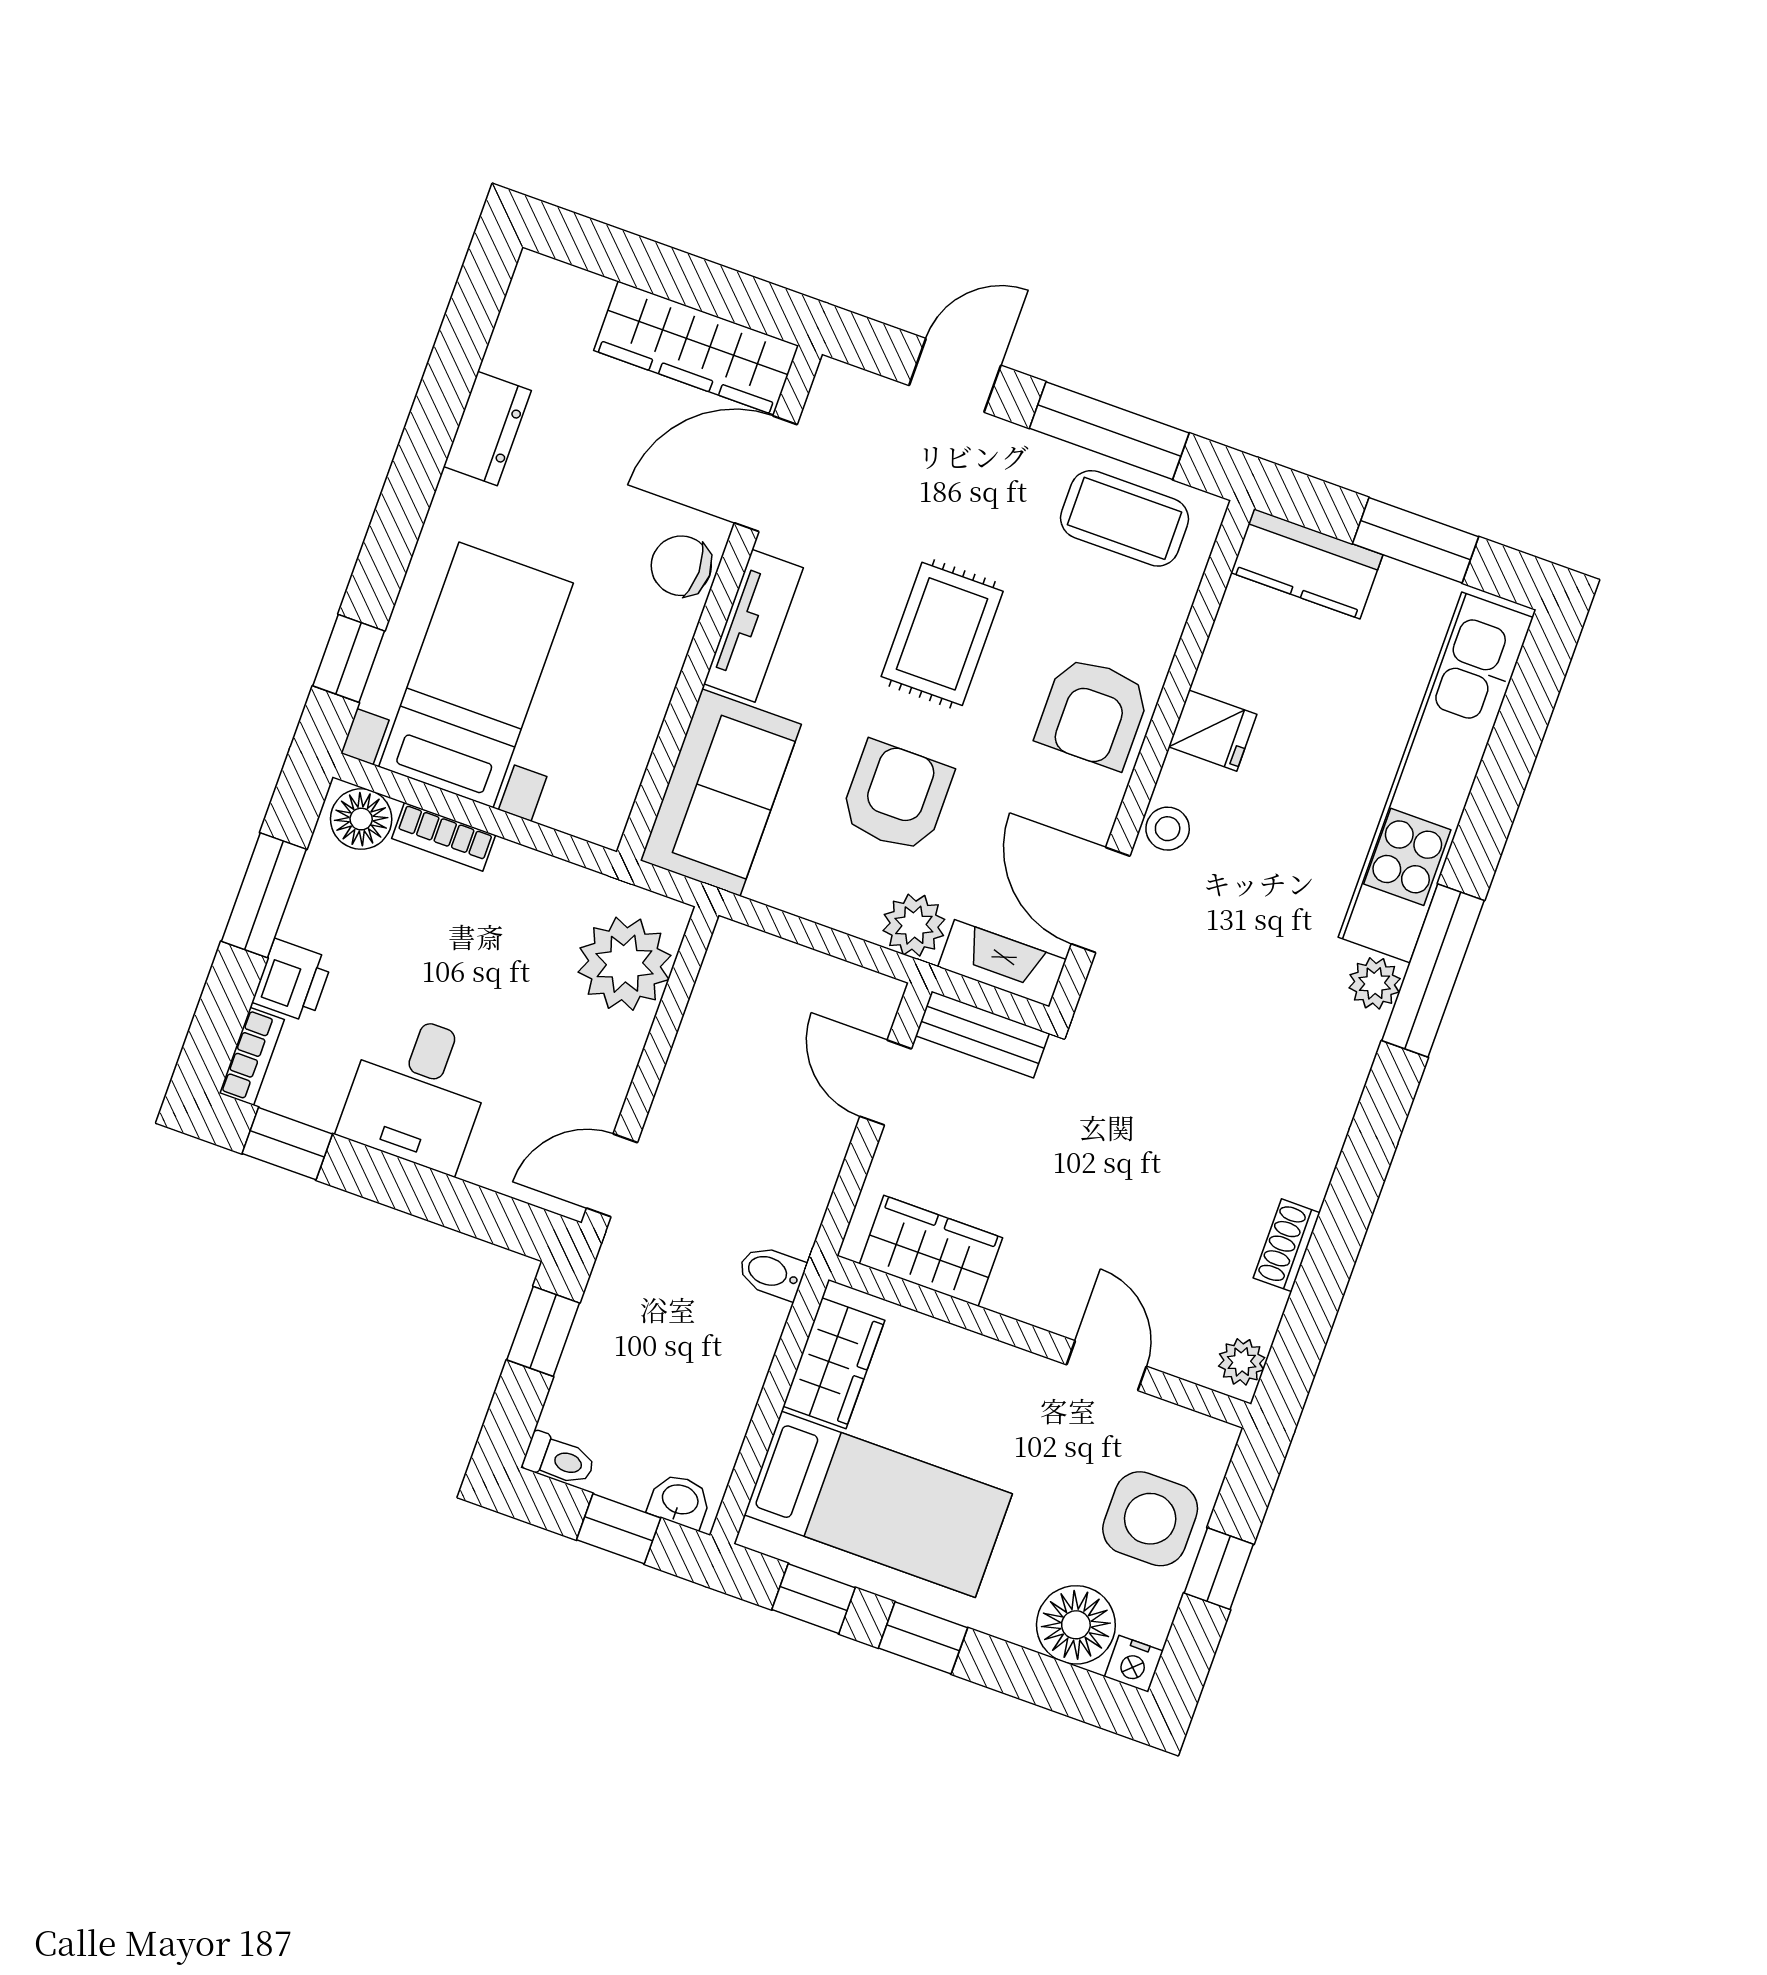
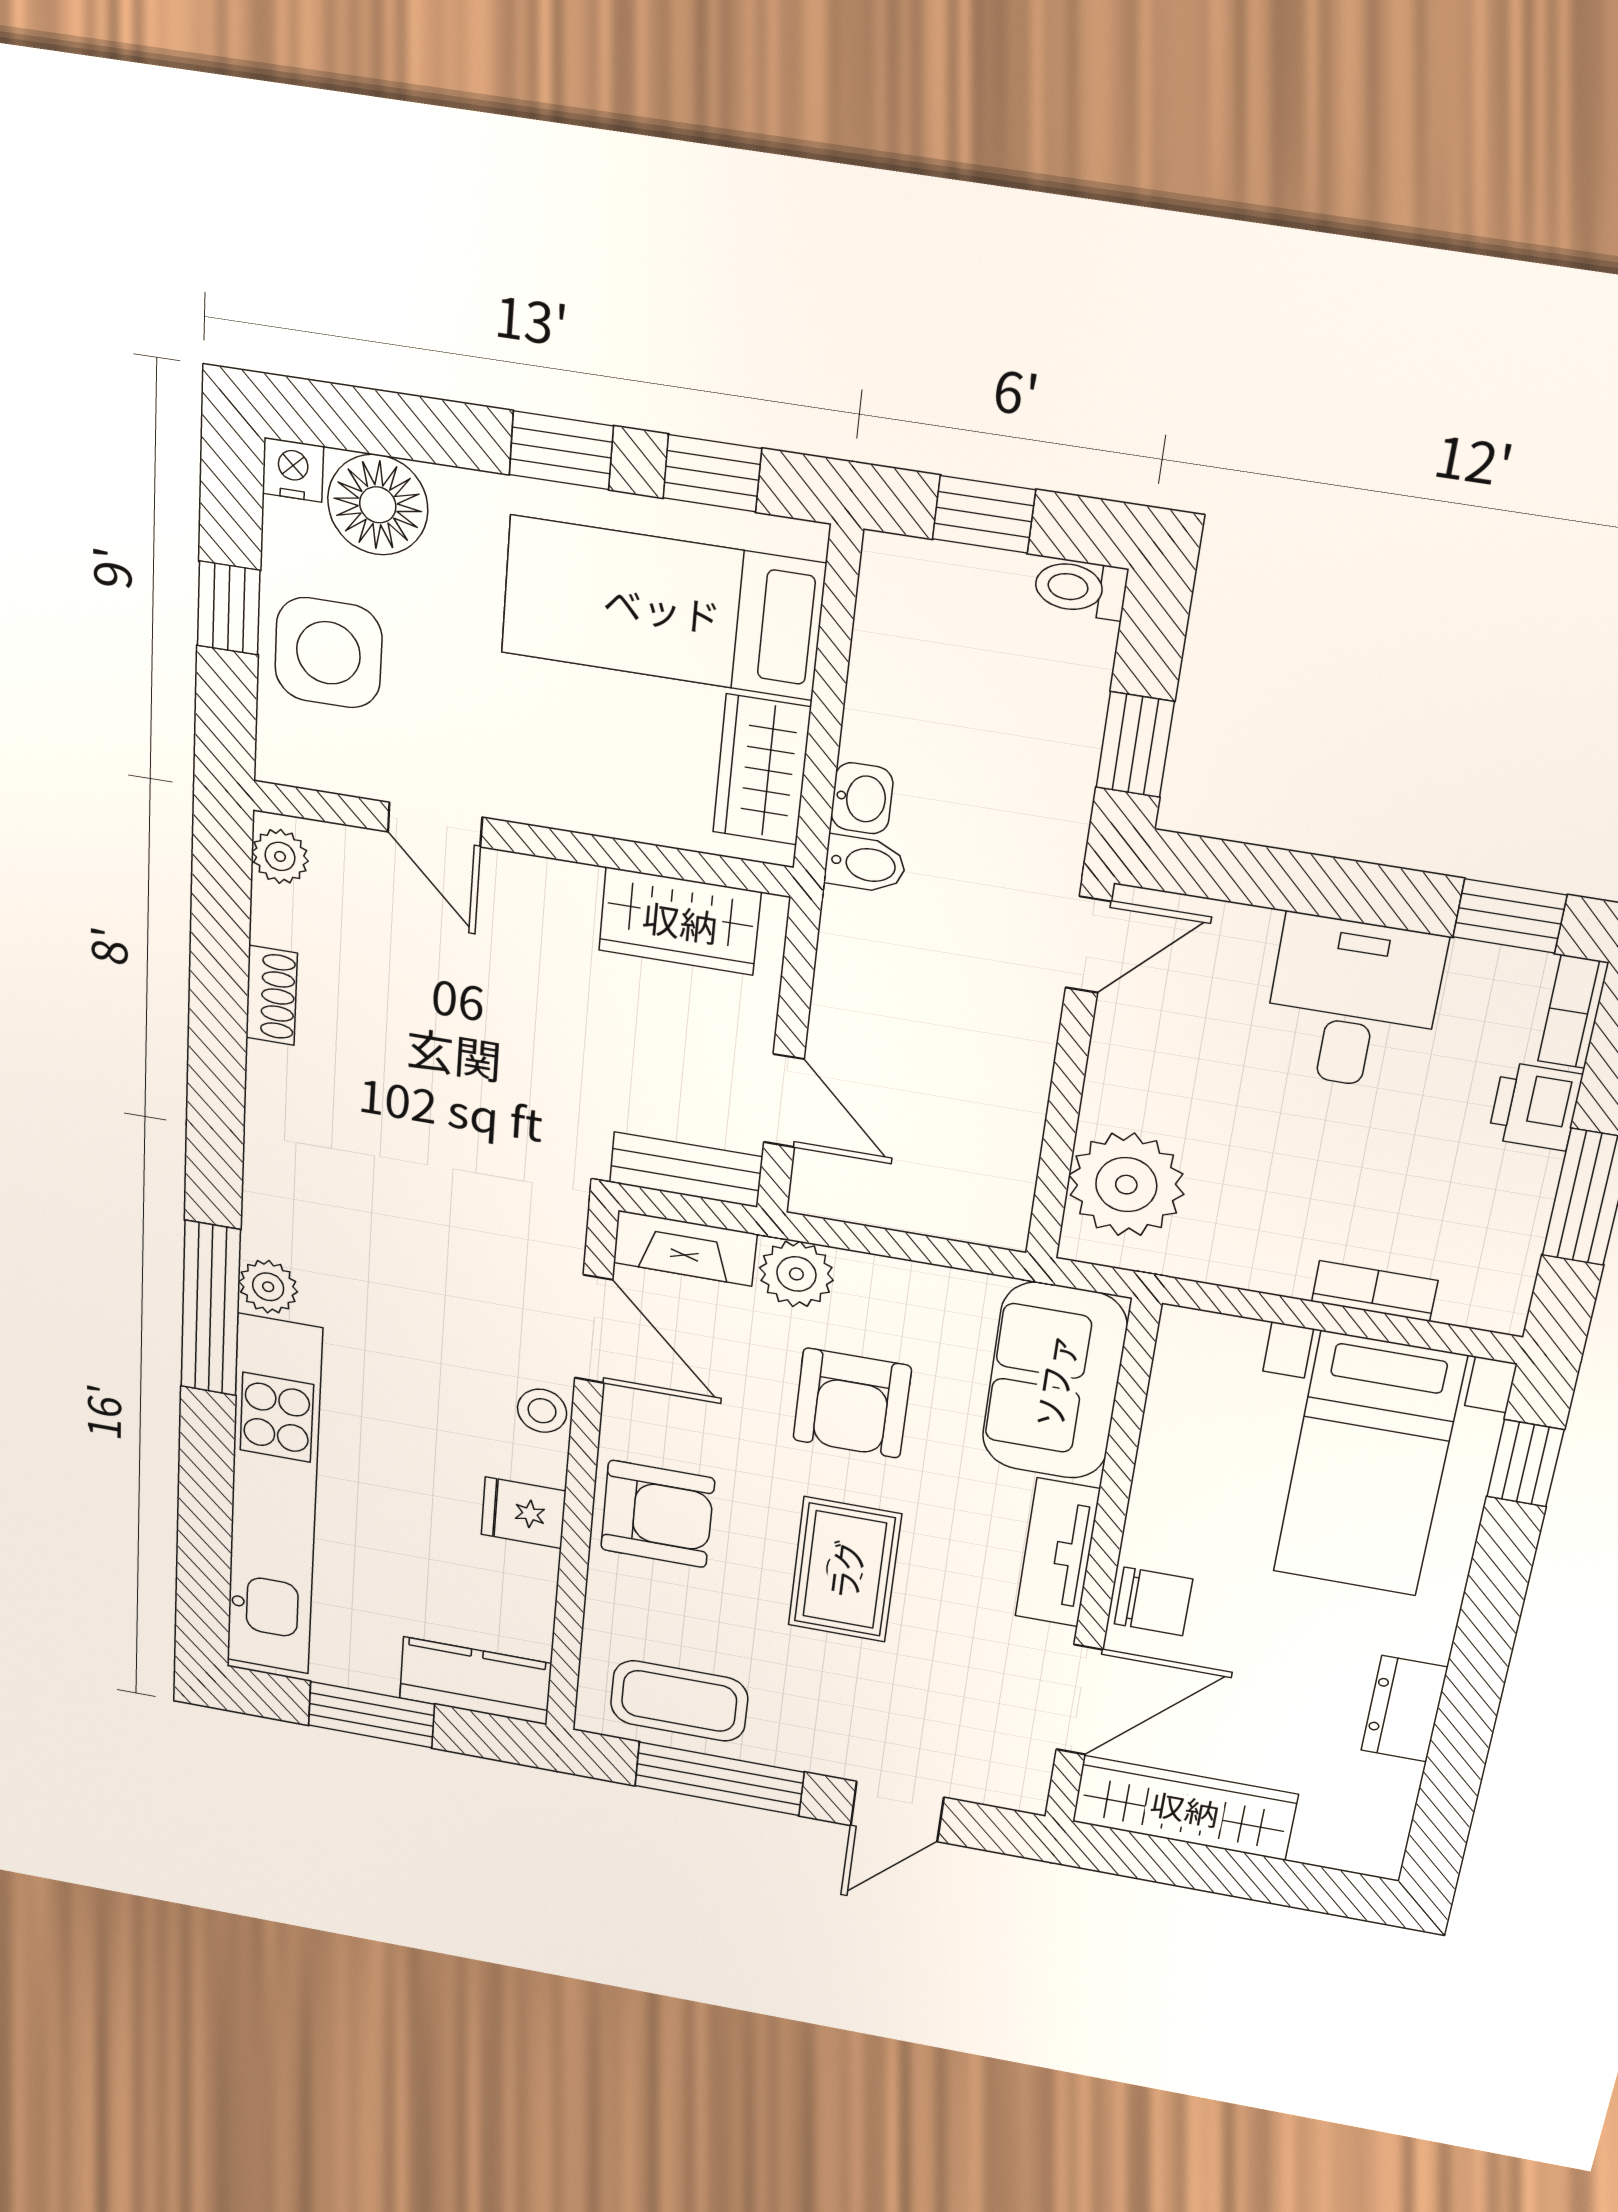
armchair: (1093, 713) -> (658, 1514), turned 90
floor lamp: (361, 819) -> (1480, 1297), removed
washbasin: (680, 1501) -> (862, 798), moved, turned -90

